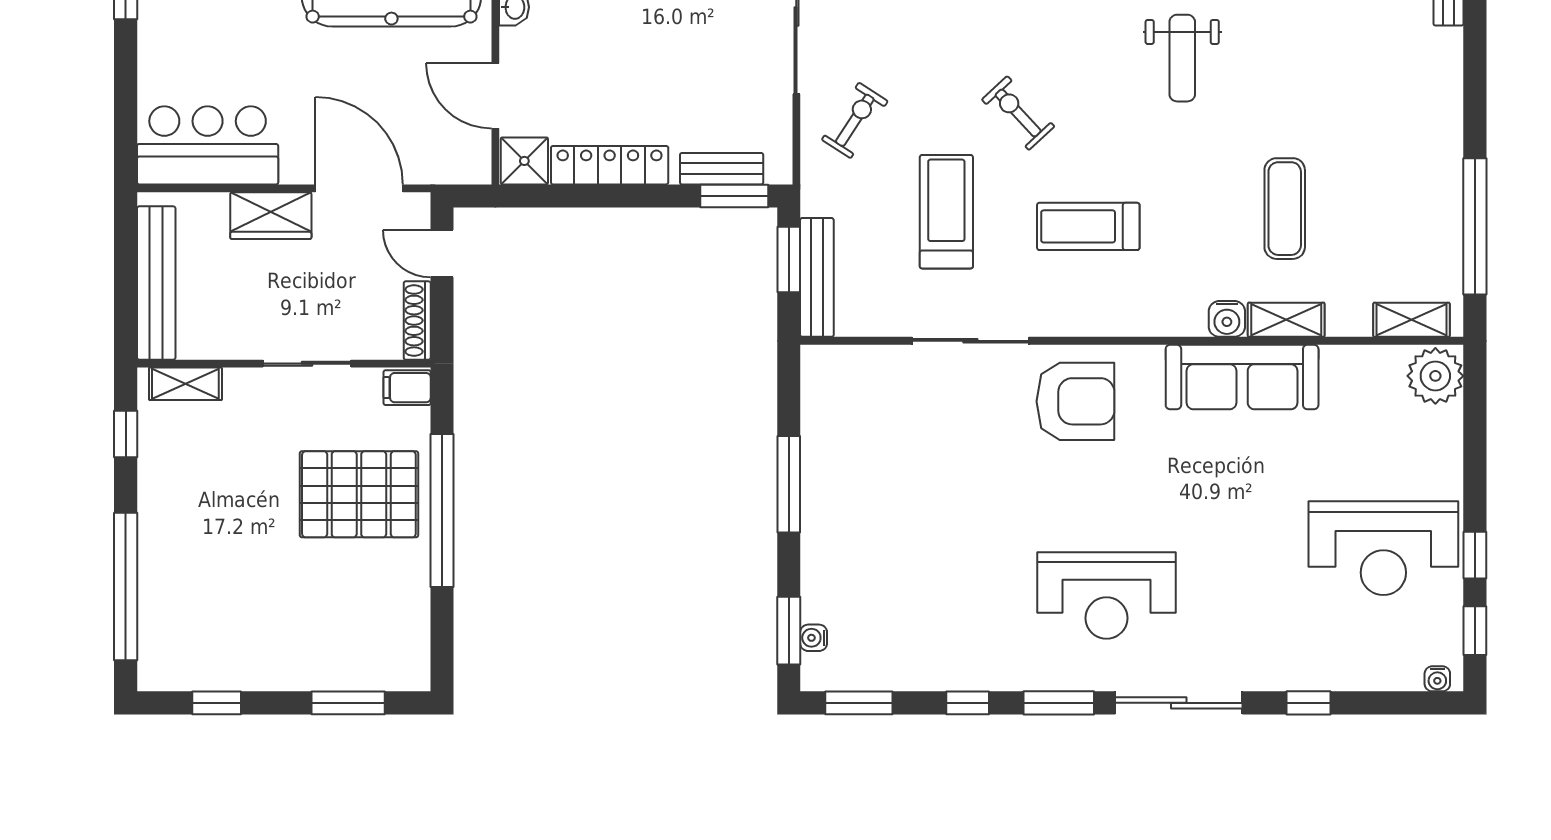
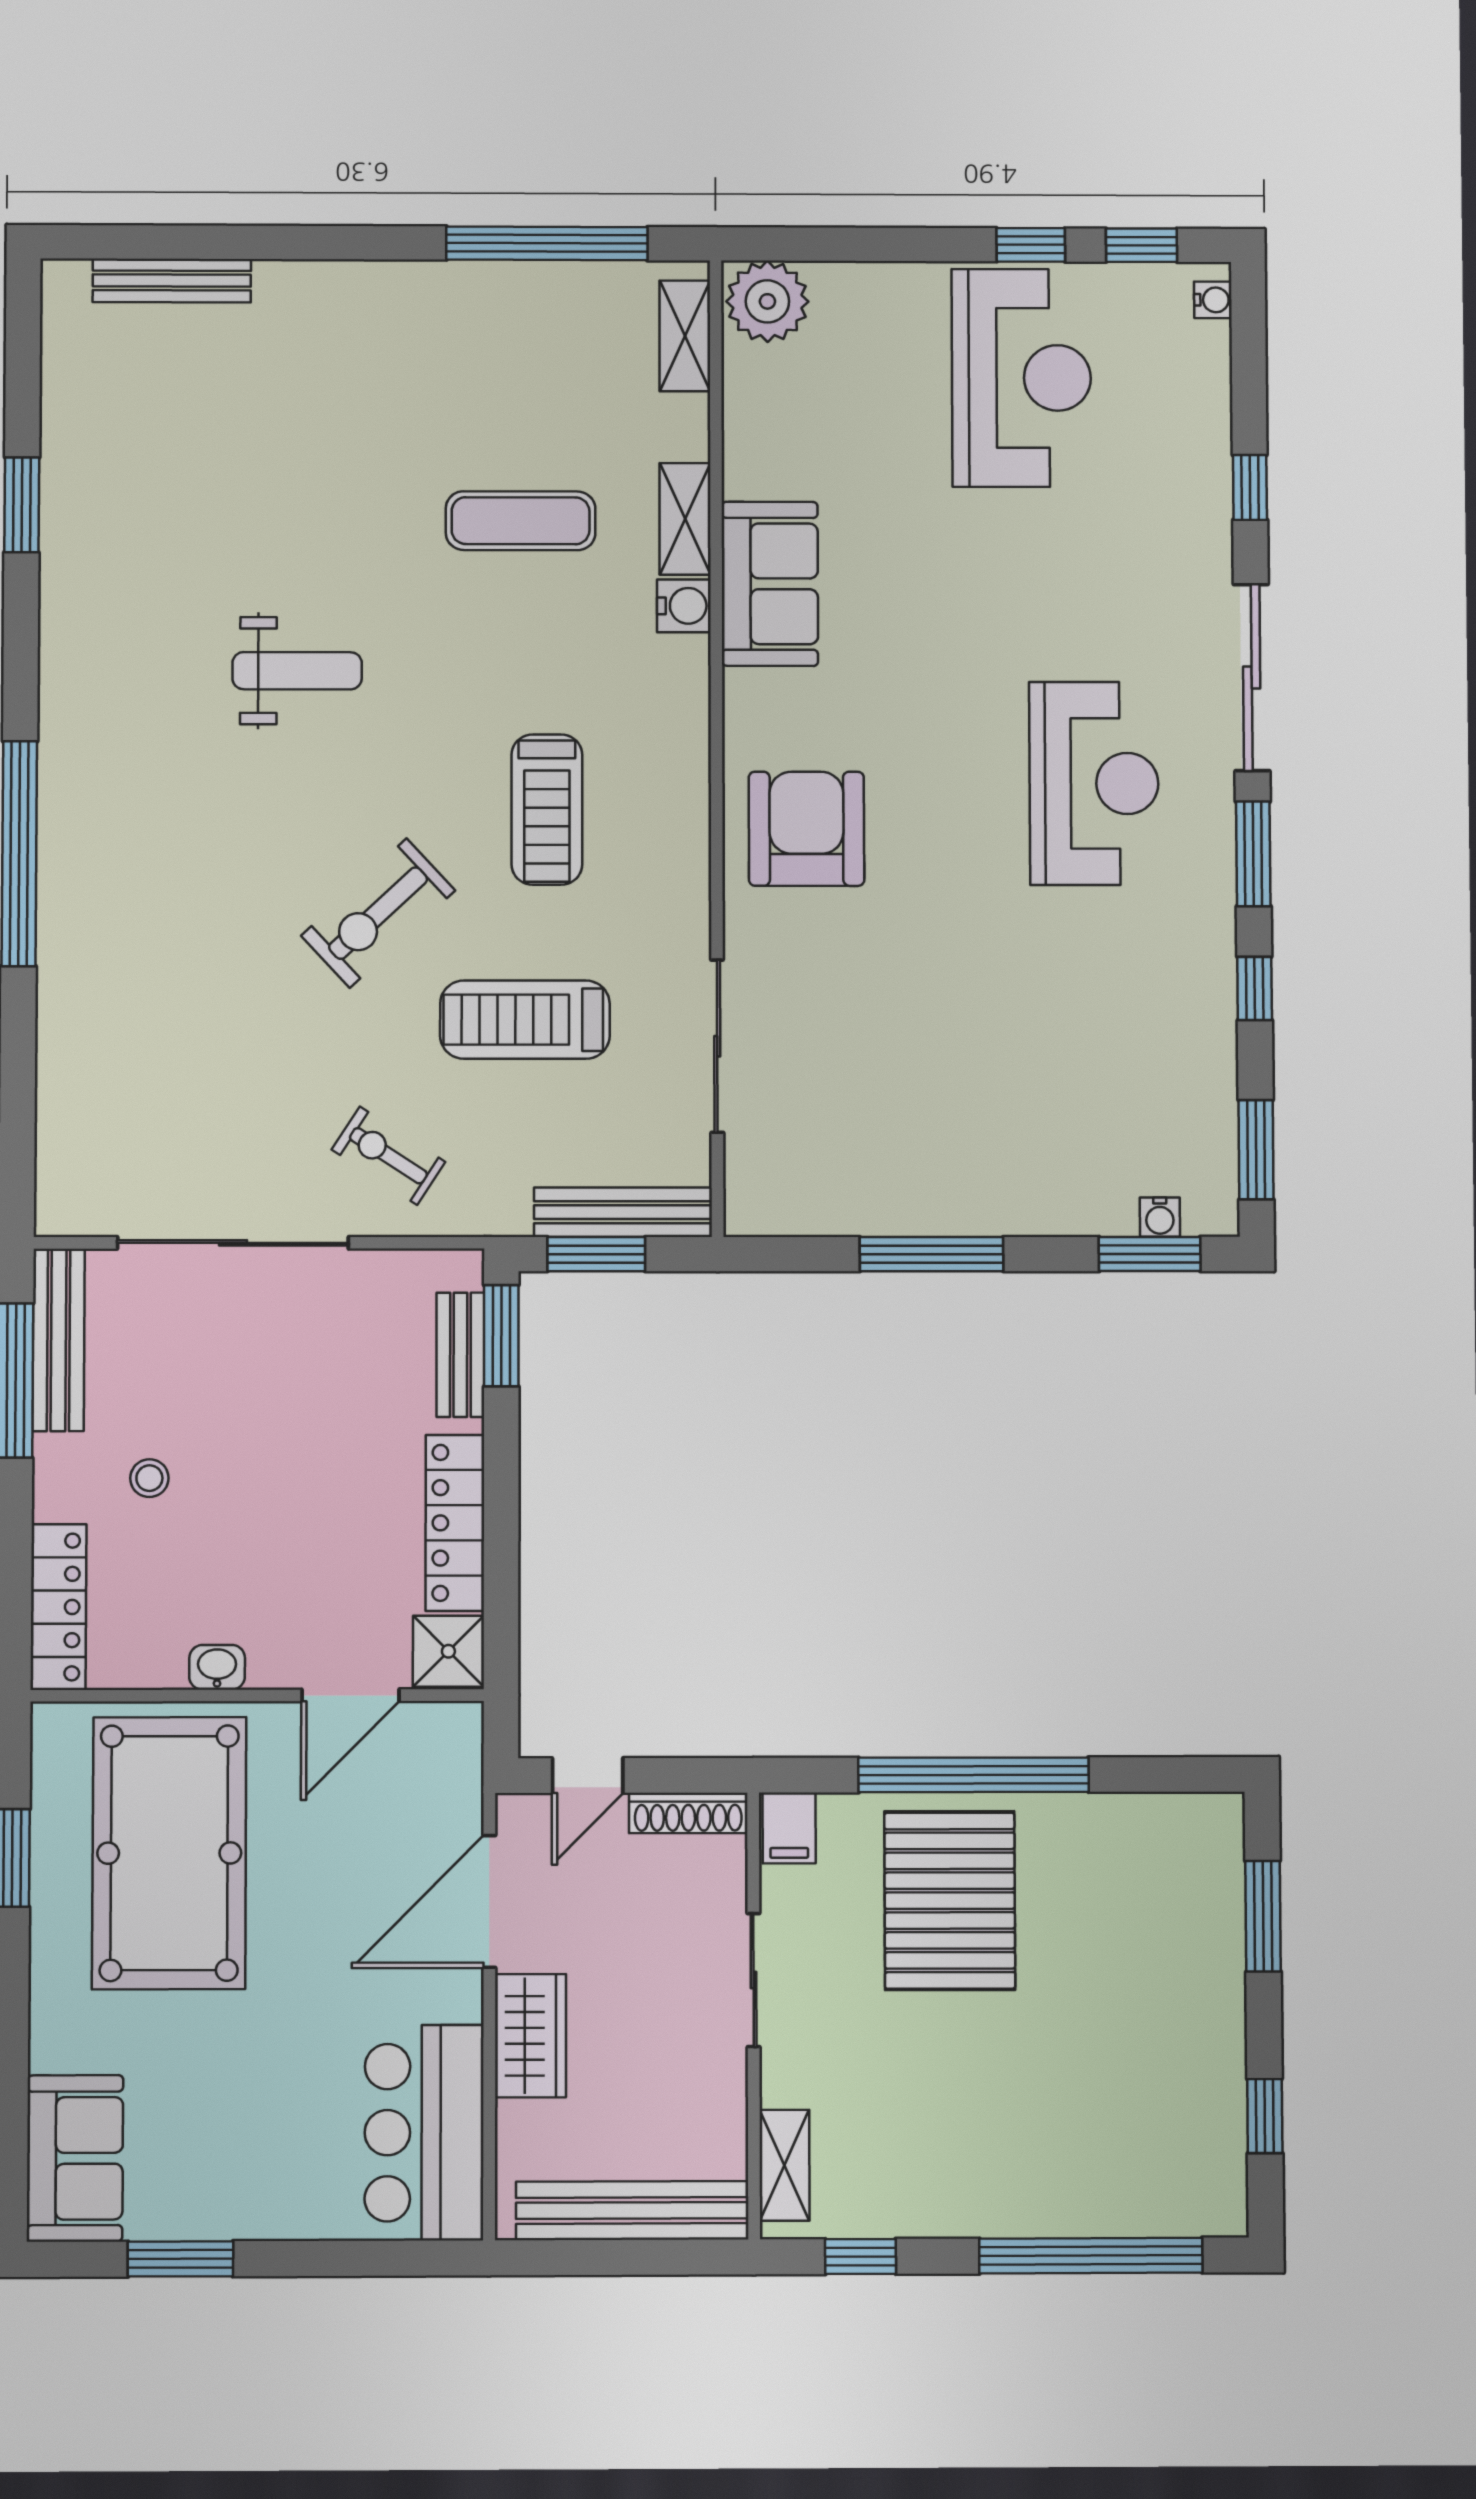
exercise bike: (1018, 113) -> (378, 913), width x1.38, depth x1.39
sliding door: (970, 341) -> (717, 1046), moved
sofa: (1242, 377) -> (770, 584), width x0.73

